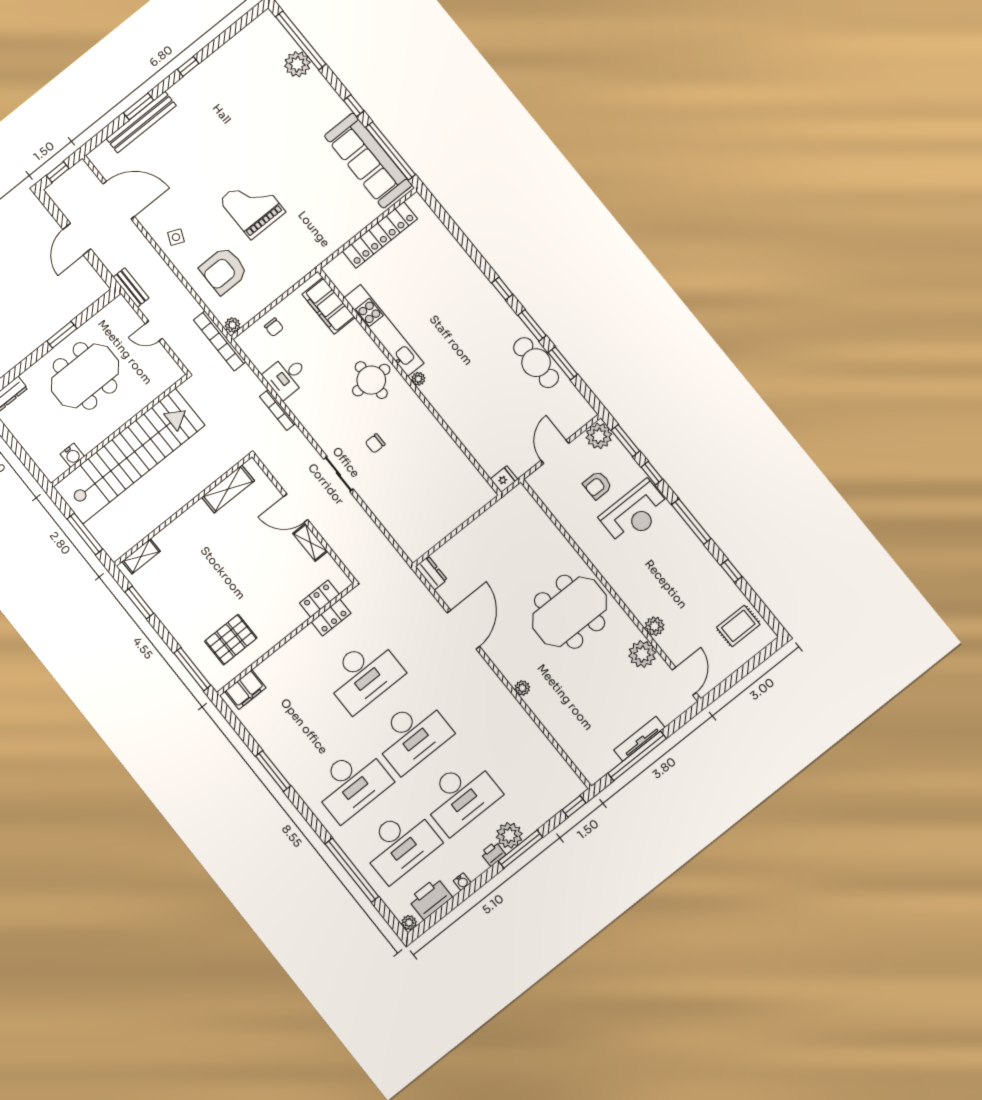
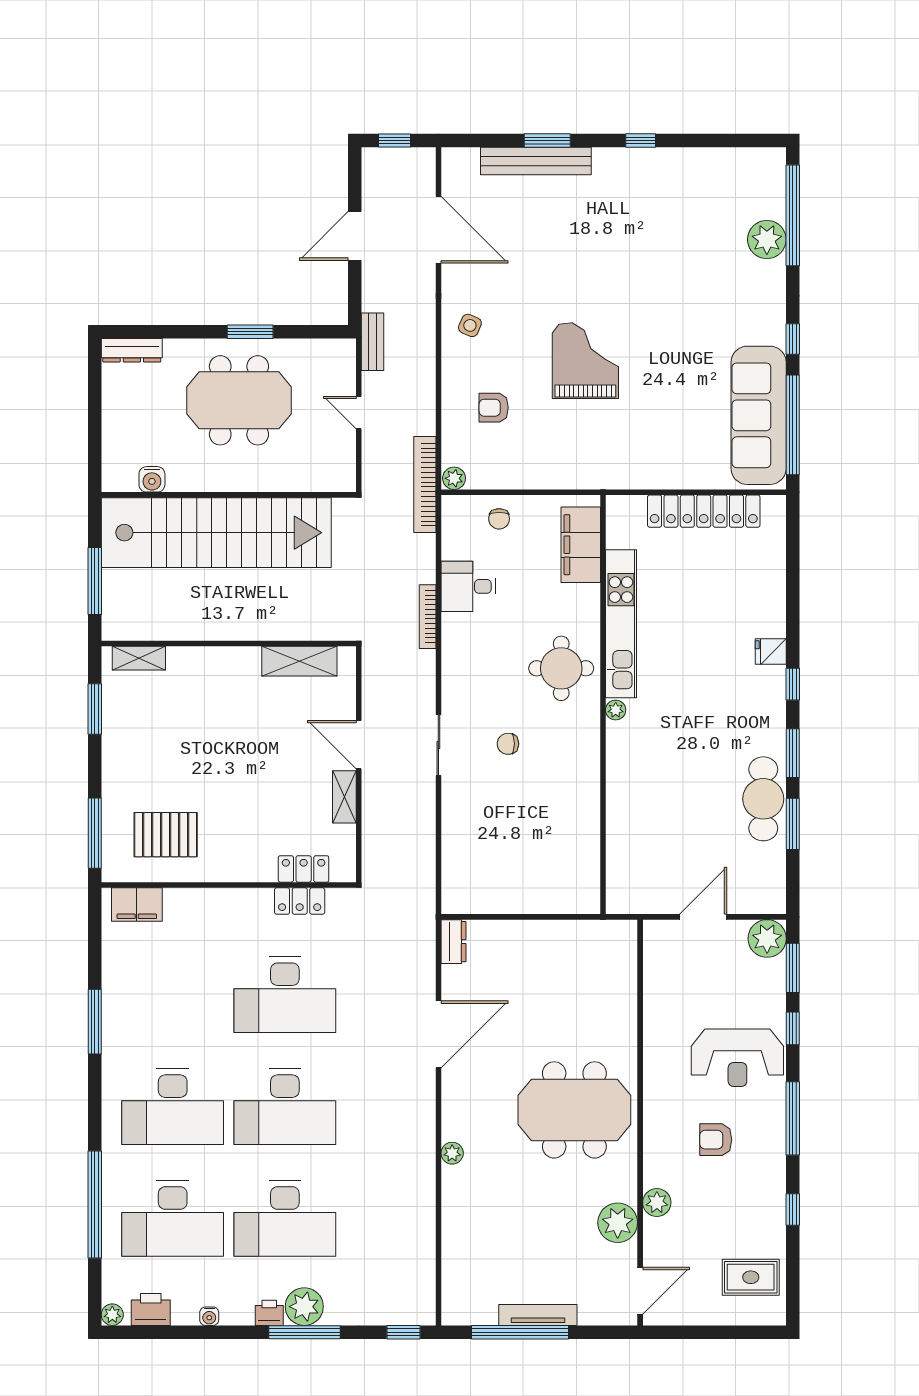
armchair: (224, 270) -> (494, 408), width x0.53, depth x0.53
fridge: (504, 479) -> (771, 651), moved, turned 180
armchair: (597, 485) -> (716, 1140), moved
printer: (430, 898) -> (151, 1310), width x0.73, depth x0.84

